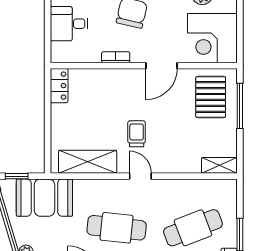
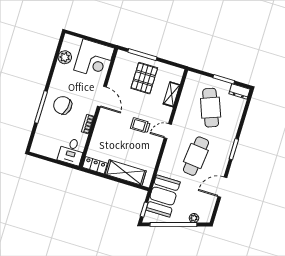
desk: (69, 24) -> (71, 151), moved
pallet: (211, 97) -> (144, 78), moved, turned 90
shelving: (88, 162) -> (126, 173), moved, turned 90
shelving: (219, 165) -> (171, 94), moved

